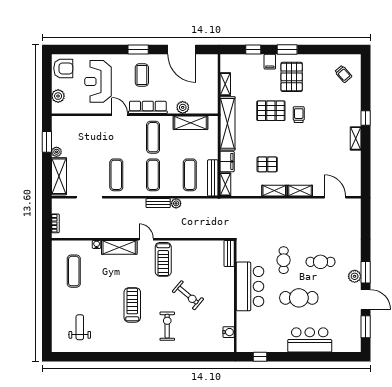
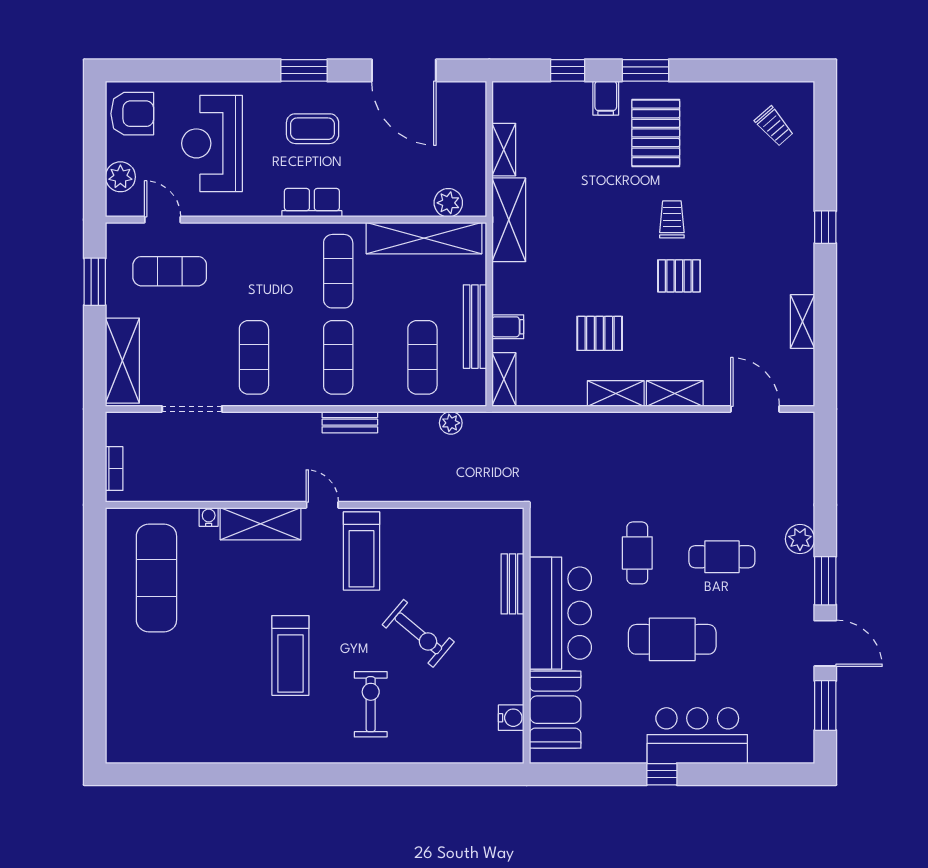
coffee table: (142, 75) -> (313, 129), turned 90
row of seats: (148, 107) -> (312, 203), width x0.68
plant: (183, 107) -> (448, 203), moved
pallet: (271, 111) -> (679, 276), moved, width x0.67, depth x0.71
door: (120, 115) -> (163, 220), moved
shelving: (191, 123) -> (424, 238), width x1.47
shelving: (228, 123) -> (509, 220), width x0.68
exercise mat: (80, 137) -> (170, 271), added
shelving: (356, 138) -> (803, 321), moved
plant: (56, 152) -> (117, 305), removed
filing cabinet: (227, 161) -> (508, 327), width x0.50
bench: (213, 178) -> (475, 327), moved
plant: (176, 203) -> (451, 423), moved
bench: (229, 253) -> (513, 584), moved
exercise mat: (74, 271) -> (156, 578), width x1.36, depth x1.45
plant: (355, 276) -> (800, 539), moved
treadmill: (132, 305) -> (290, 656), turned 180
weight bench: (80, 327) -> (170, 707), removed
booth: (248, 329) -> (555, 710), added
window: (260, 357) -> (662, 774), moved

